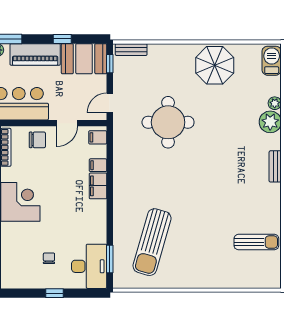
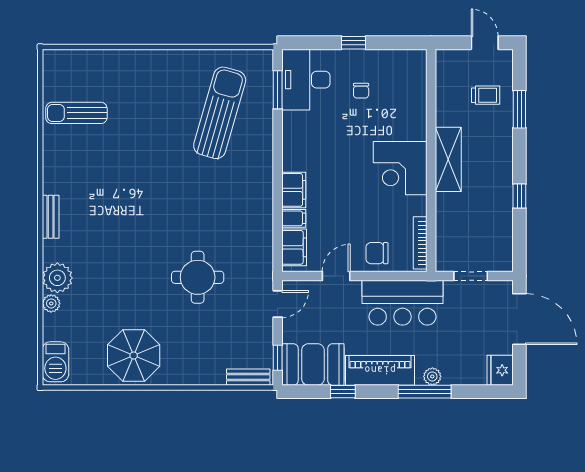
round table: (168, 122) -> (198, 277), width x0.73, depth x0.73
filing cabinet: (98, 137) -> (294, 247), width x2.00

